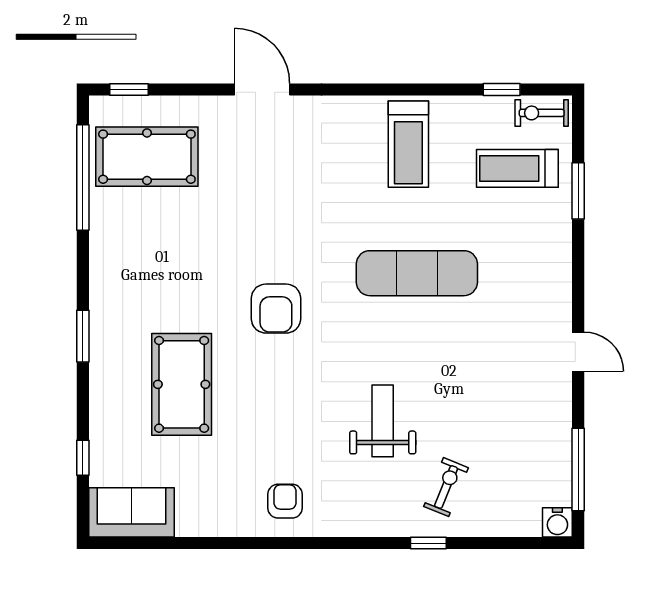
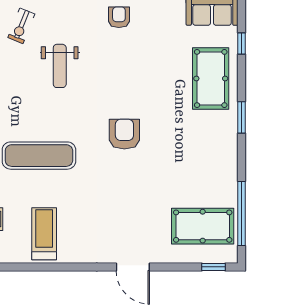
pool table: (182, 384) -> (211, 78), moved
armchair: (285, 501) -> (119, 17), turned 180

